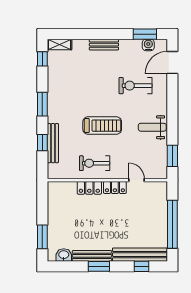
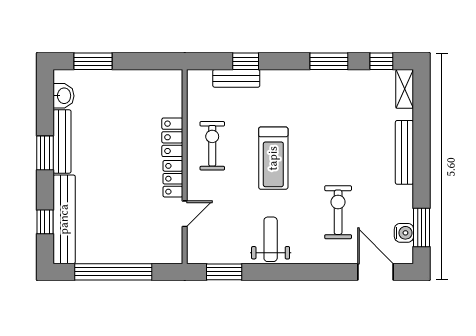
bench: (104, 45) -> (404, 152), width x1.36
window: (42, 104) -> (329, 61), moved
bench: (53, 143) -> (236, 78), width x0.73

